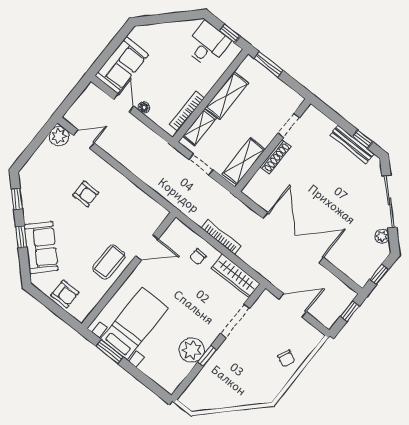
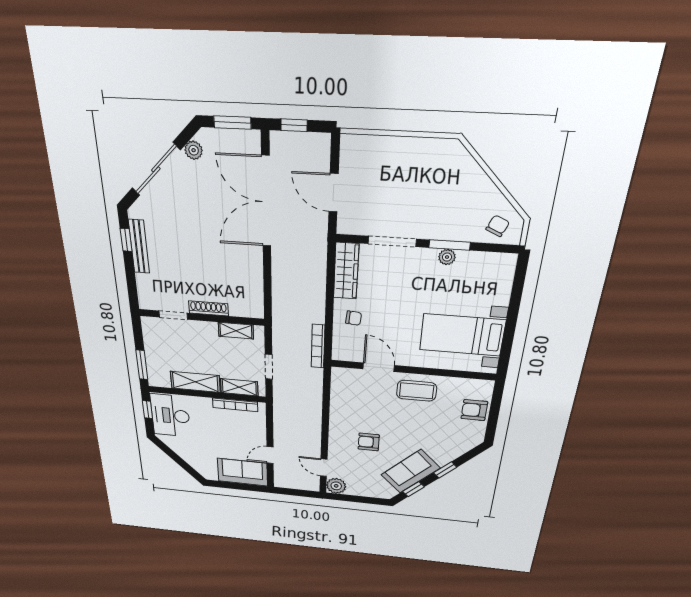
desk: (207, 44) -> (170, 415), width x1.37
floor lamp: (144, 107) -> (261, 438), removed
shelving: (244, 161) -> (236, 331), width x0.67, depth x0.75
armchair: (86, 194) -> (369, 442), turned -90
bookcase: (221, 237) -> (318, 346), moved
double door: (293, 238) -> (266, 202), moved
sofa: (41, 247) -> (410, 471), moved
window: (379, 274) -> (232, 123), width x1.50
armchair: (65, 294) -> (474, 410), turned -90
plant: (192, 350) -> (447, 257), width x0.53, depth x0.53
window: (110, 352) -> (508, 341), removed
window: (207, 356) -> (450, 245), width x1.50
chair: (286, 358) -> (498, 226), moved

